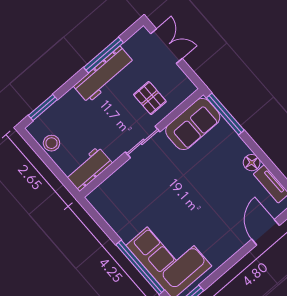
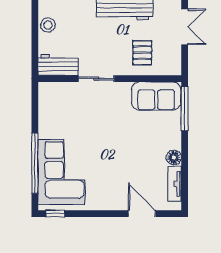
sliding door: (143, 142) -> (96, 79), moved
door: (266, 232) -> (142, 214), hinge flipped

